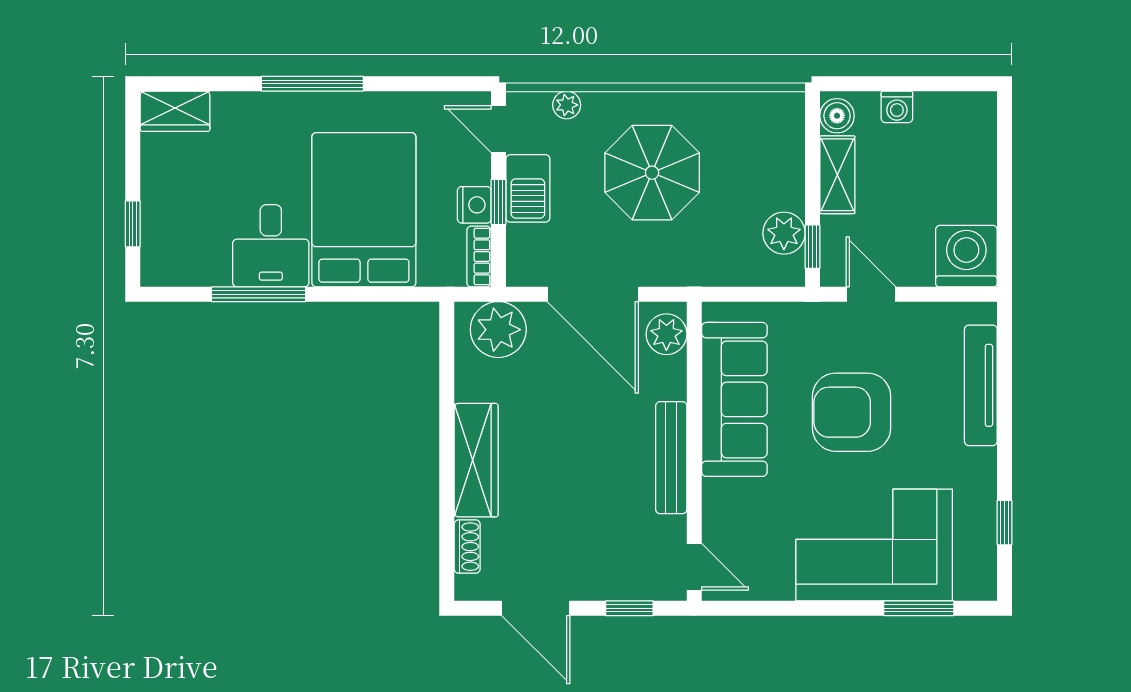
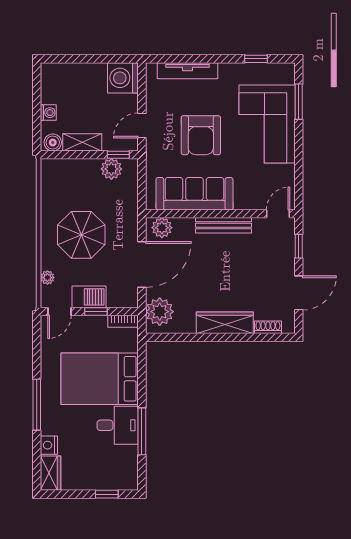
nightstand: (474, 205) -> (49, 445), moved, turned -90

